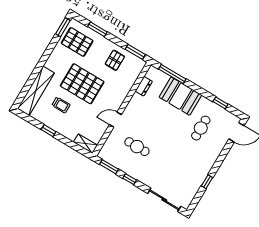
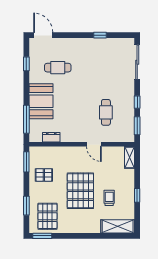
shelving: (36, 91) -> (118, 226), width x0.68

